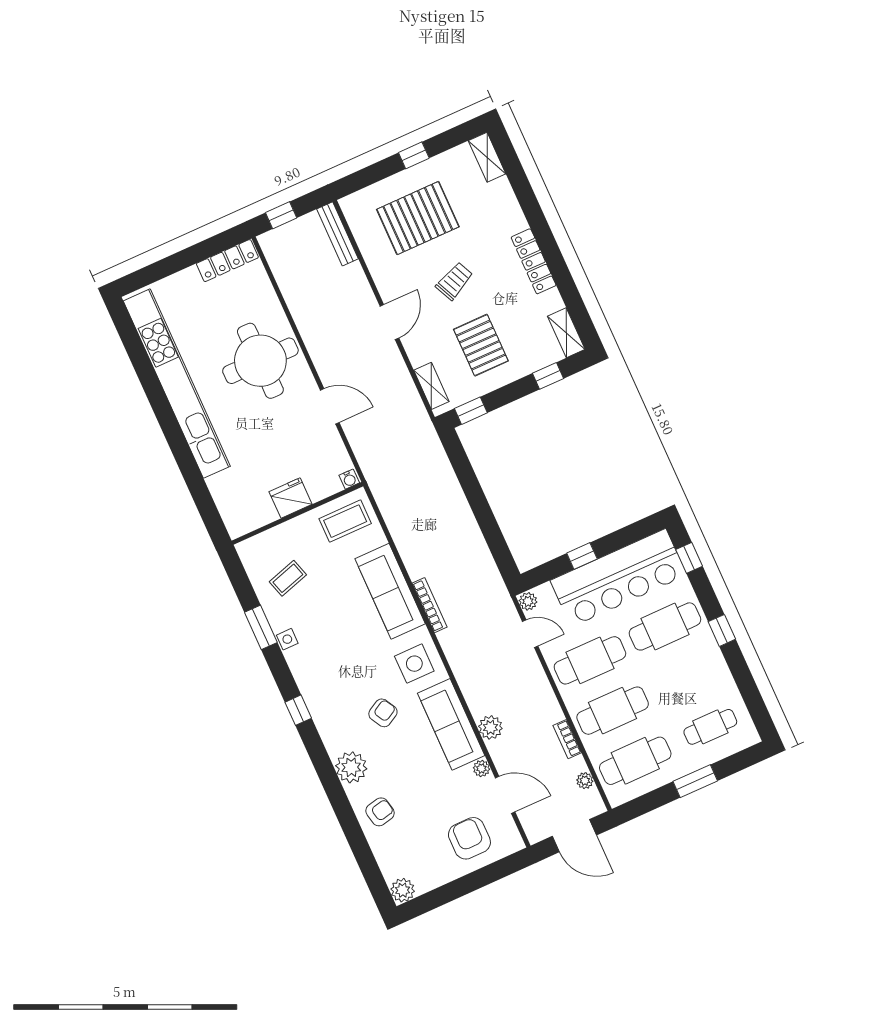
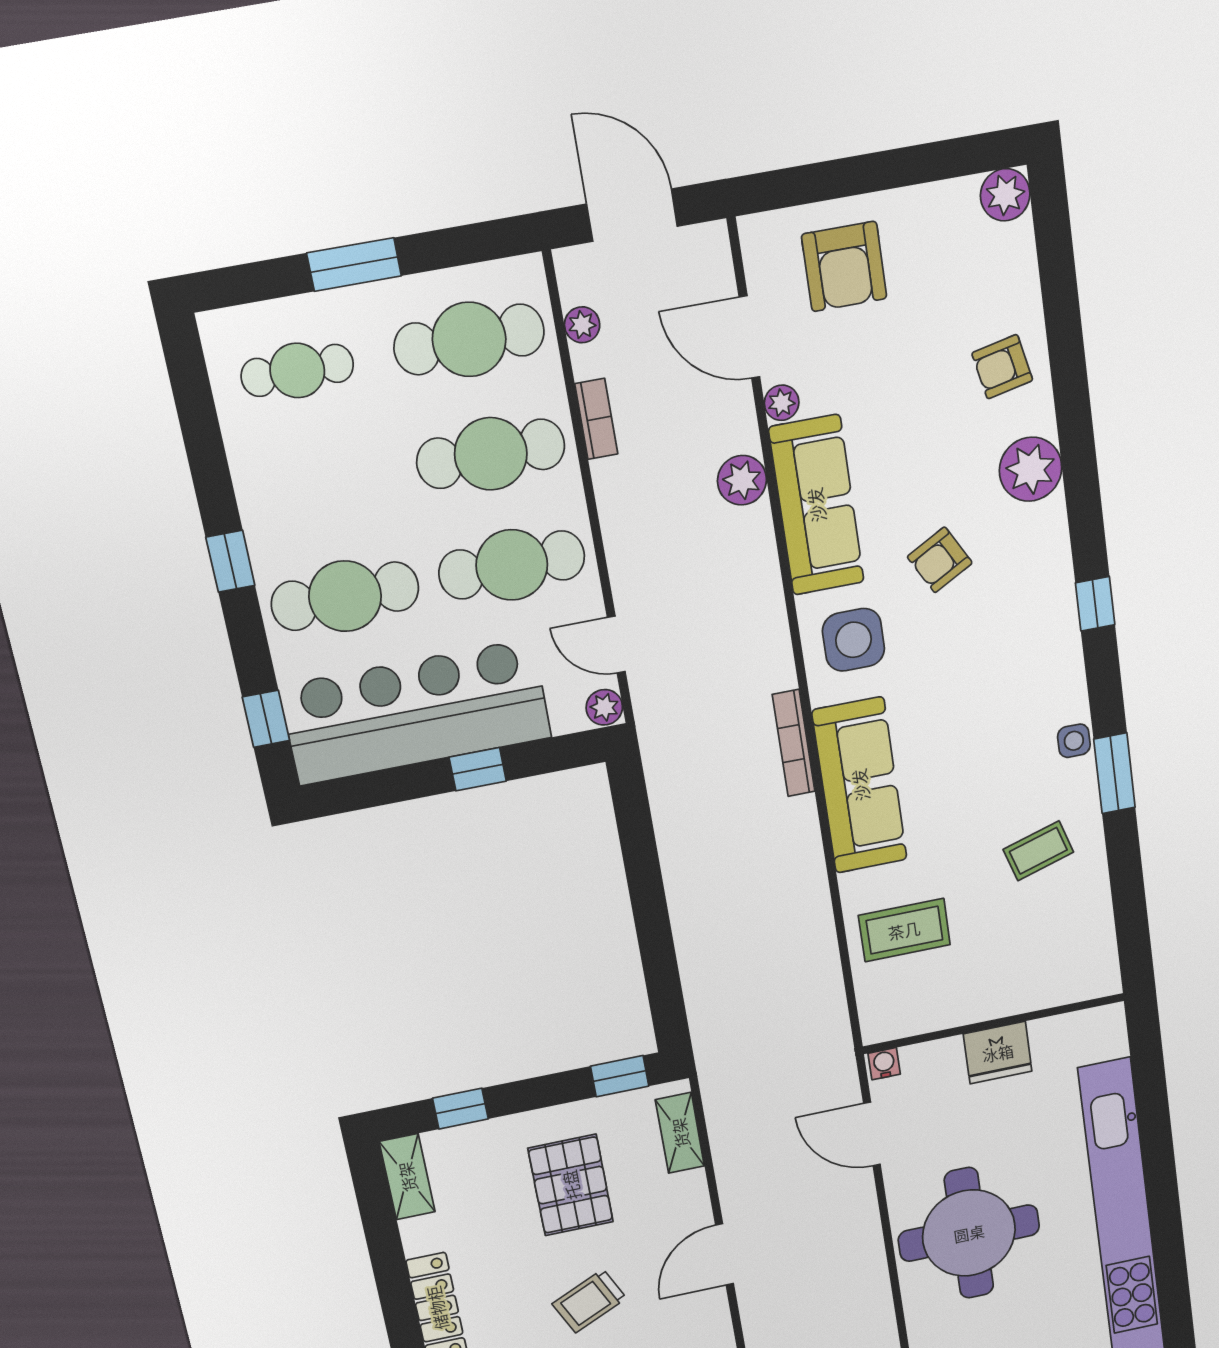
water cooler: (349, 479) -> (884, 1064), moved
fridge: (291, 498) -> (998, 1053), moved
wall: (297, 513) -> (994, 1024), moved

